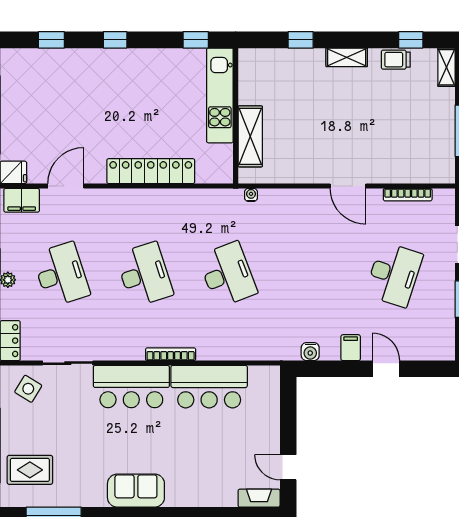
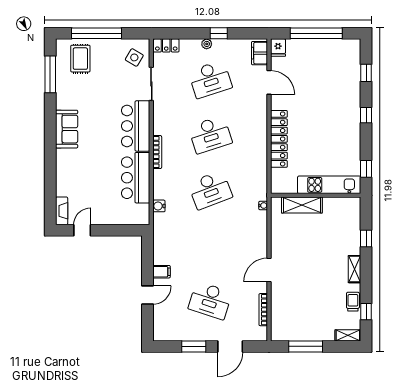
water cooler: (310, 352) -> (159, 206), moved

